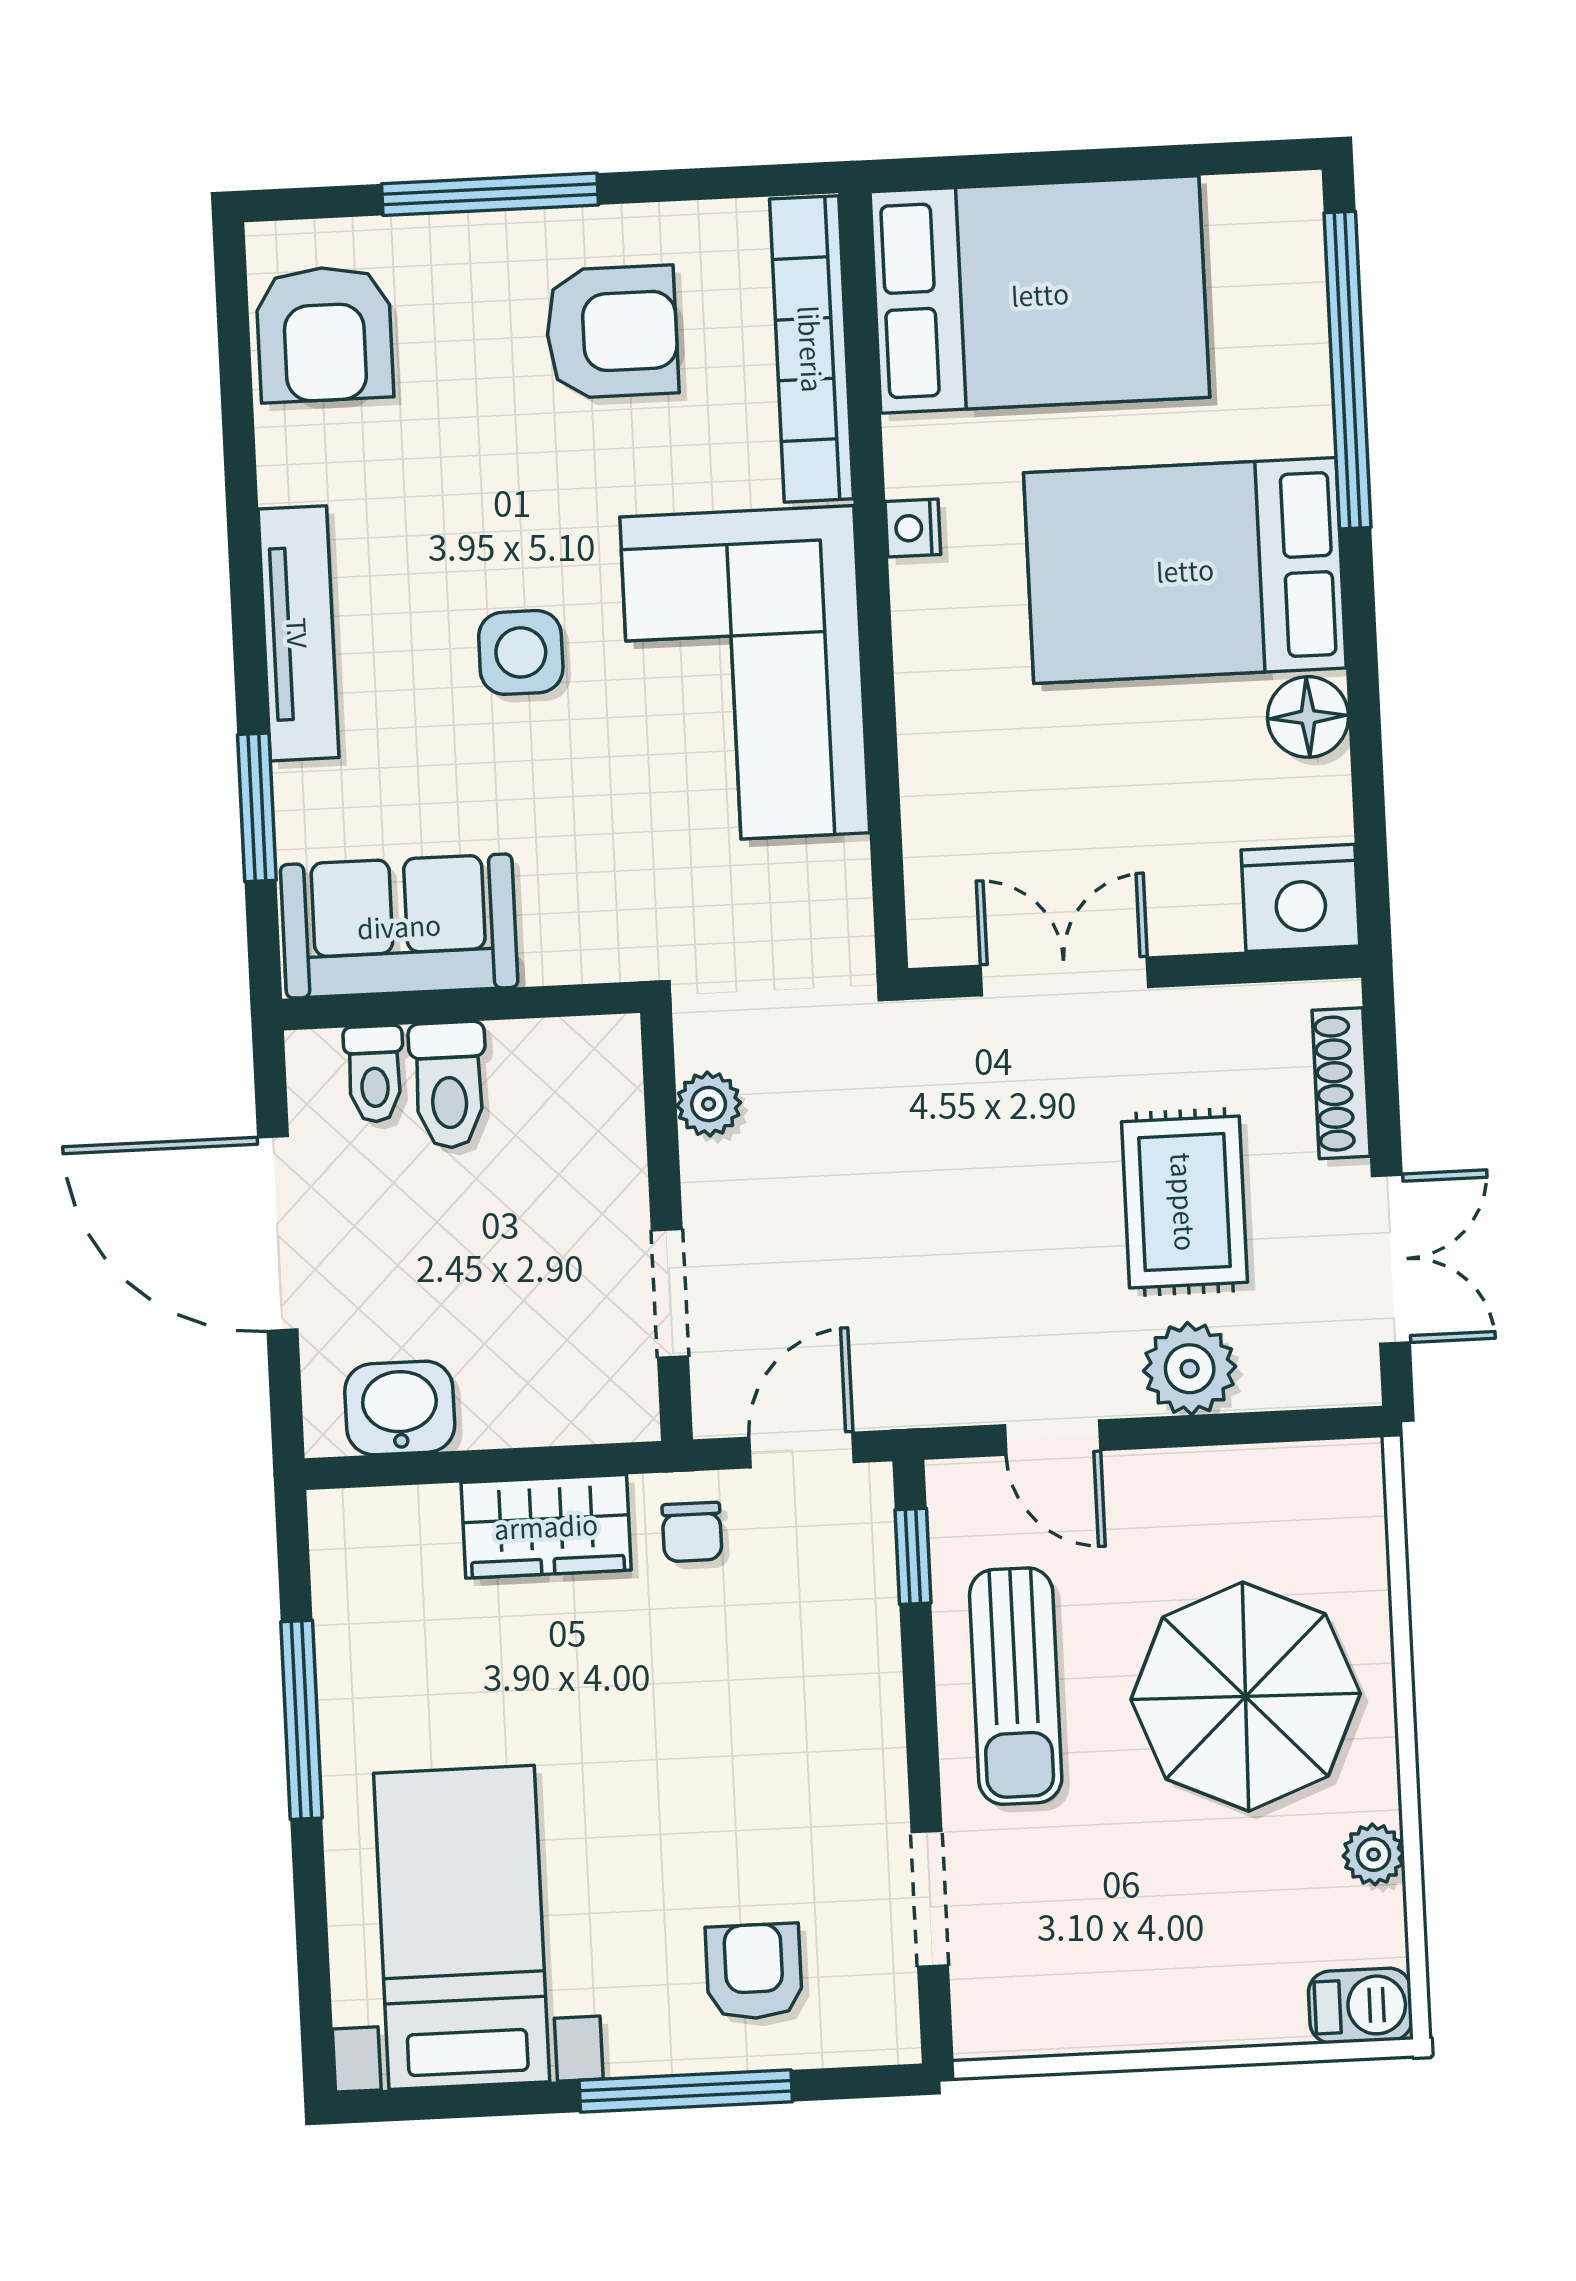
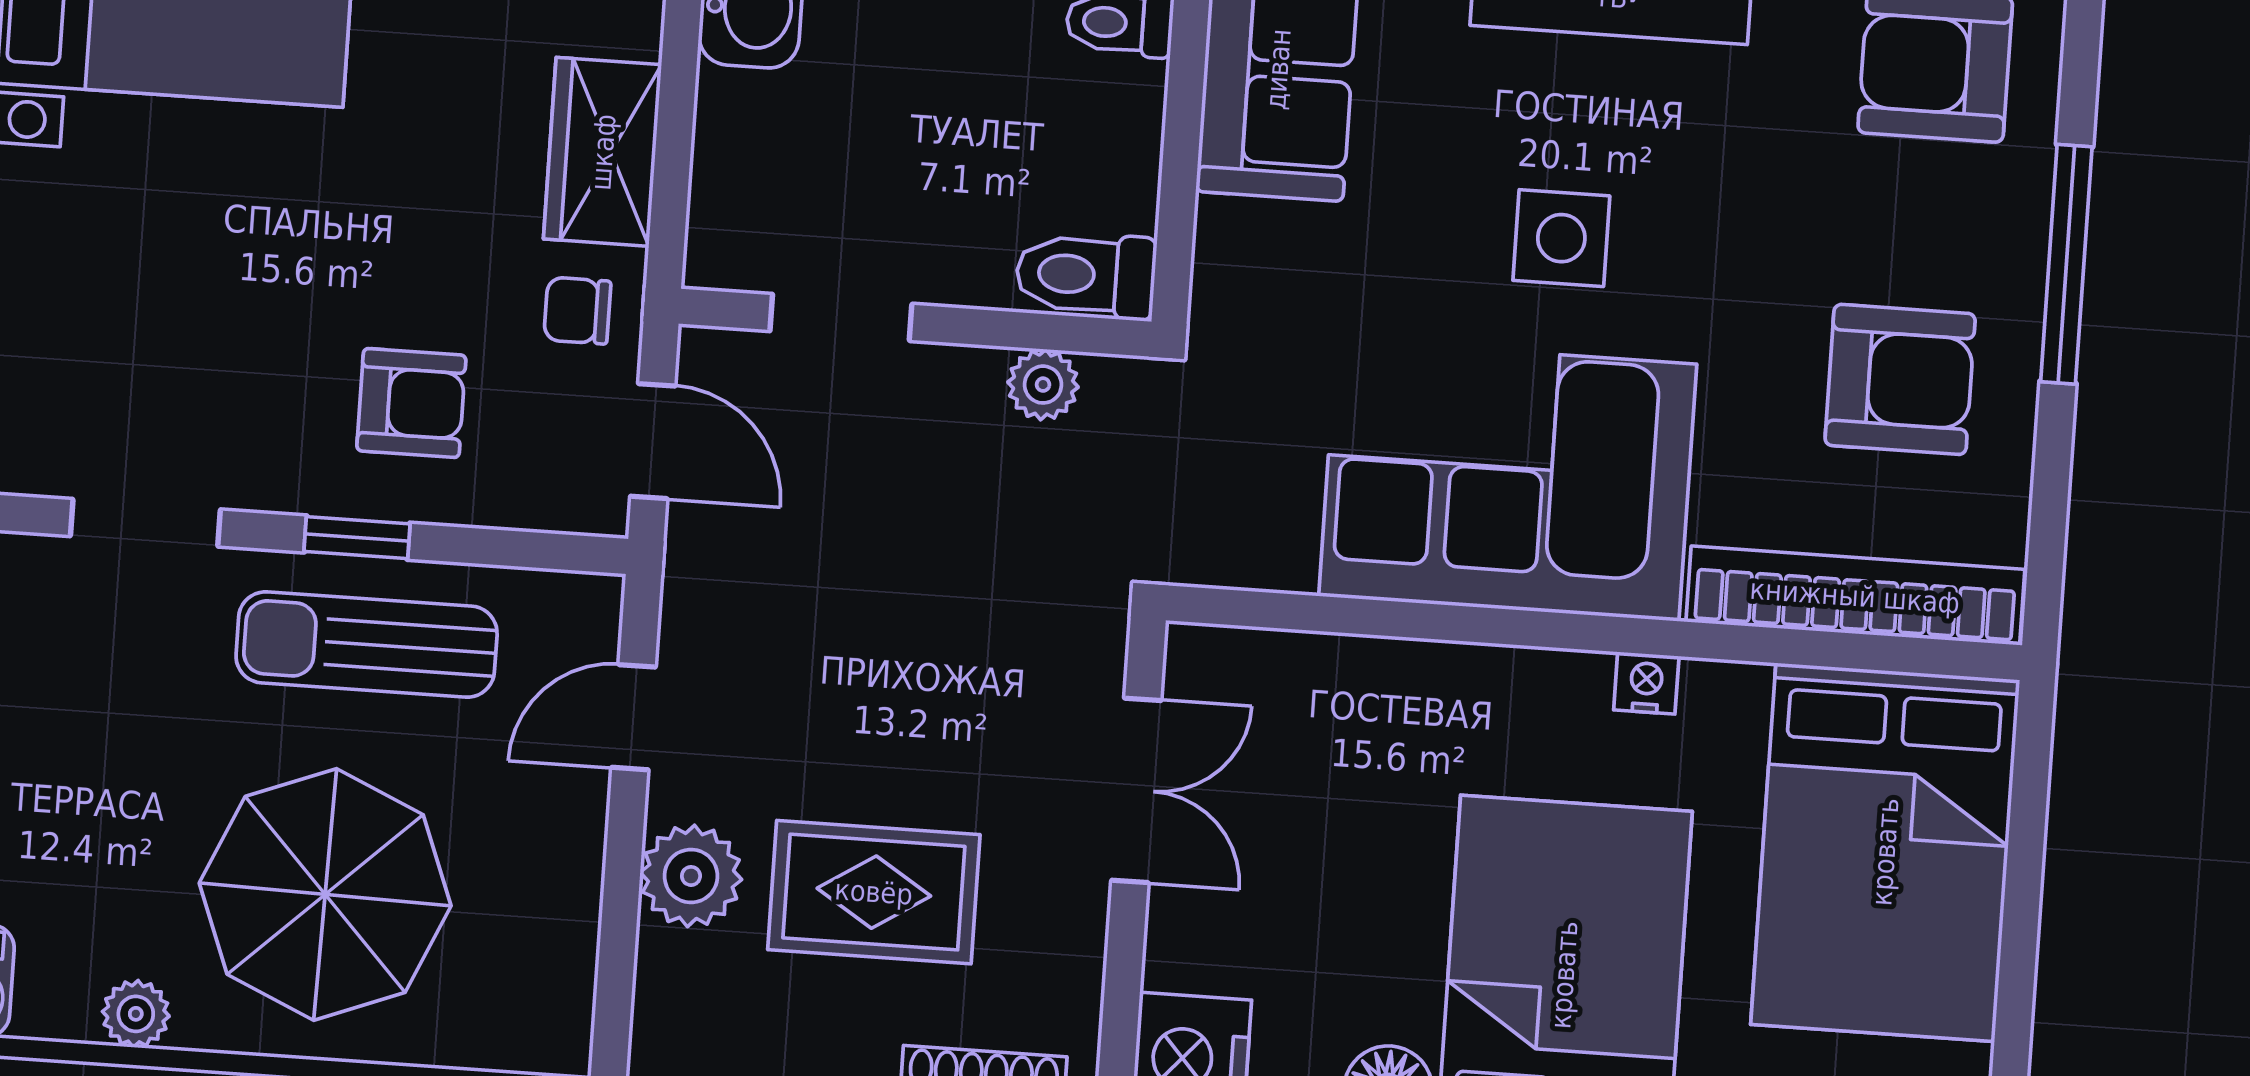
armchair: (612, 332) -> (1900, 379), turned -90
toilet: (449, 1085) -> (1086, 275), moved
window: (913, 1556) -> (357, 538), moved
armchair: (754, 1972) -> (411, 403), moved

